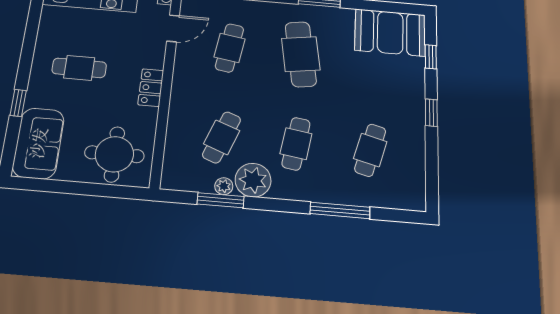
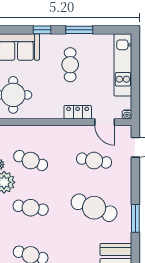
window: (28, 51) -> (79, 30), added
cafe table: (301, 54) -> (94, 208), turned 30
locker: (151, 88) -> (78, 112), moved

